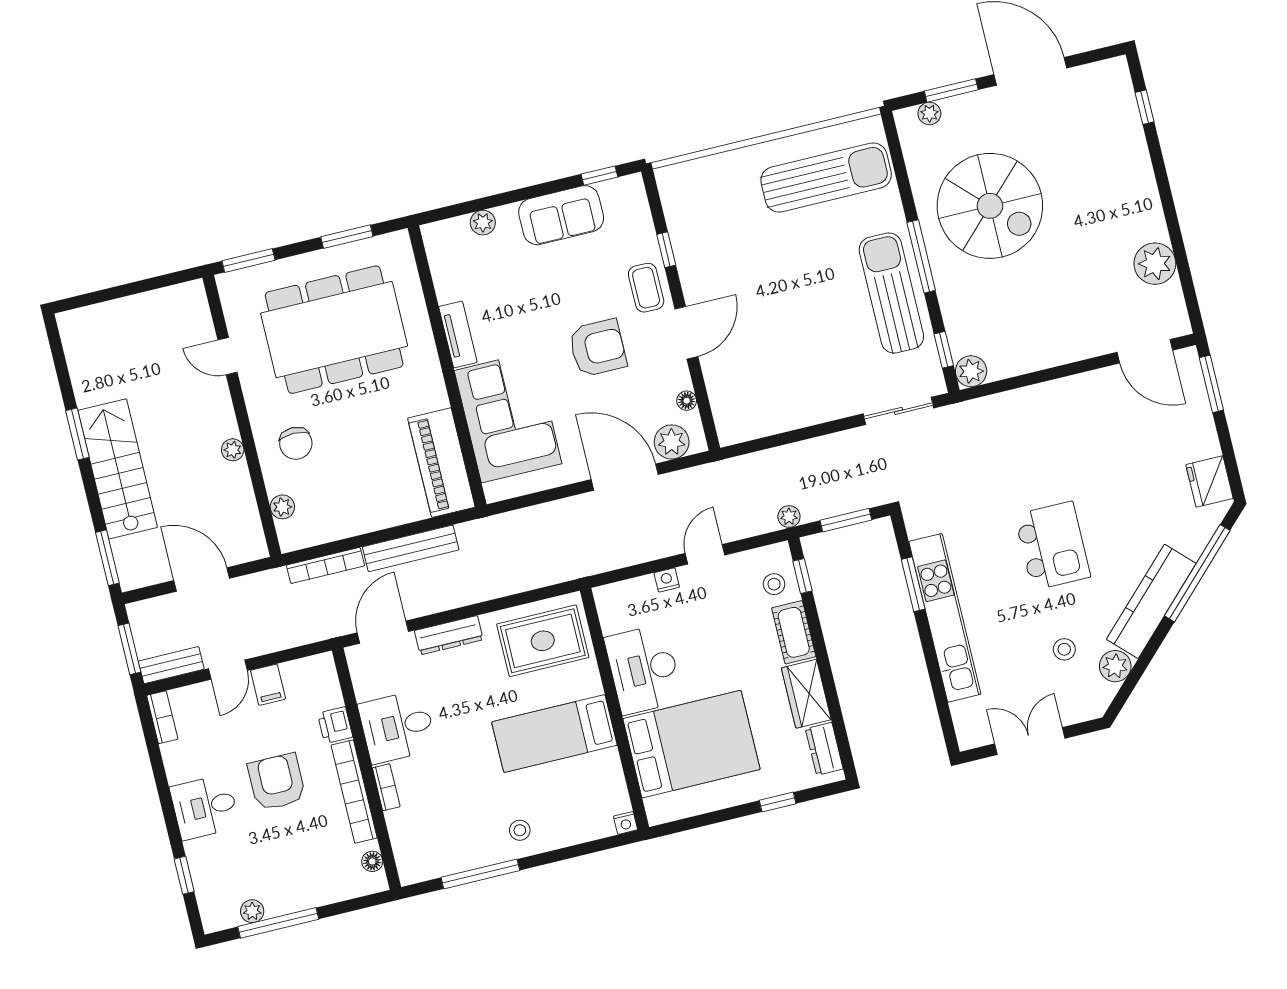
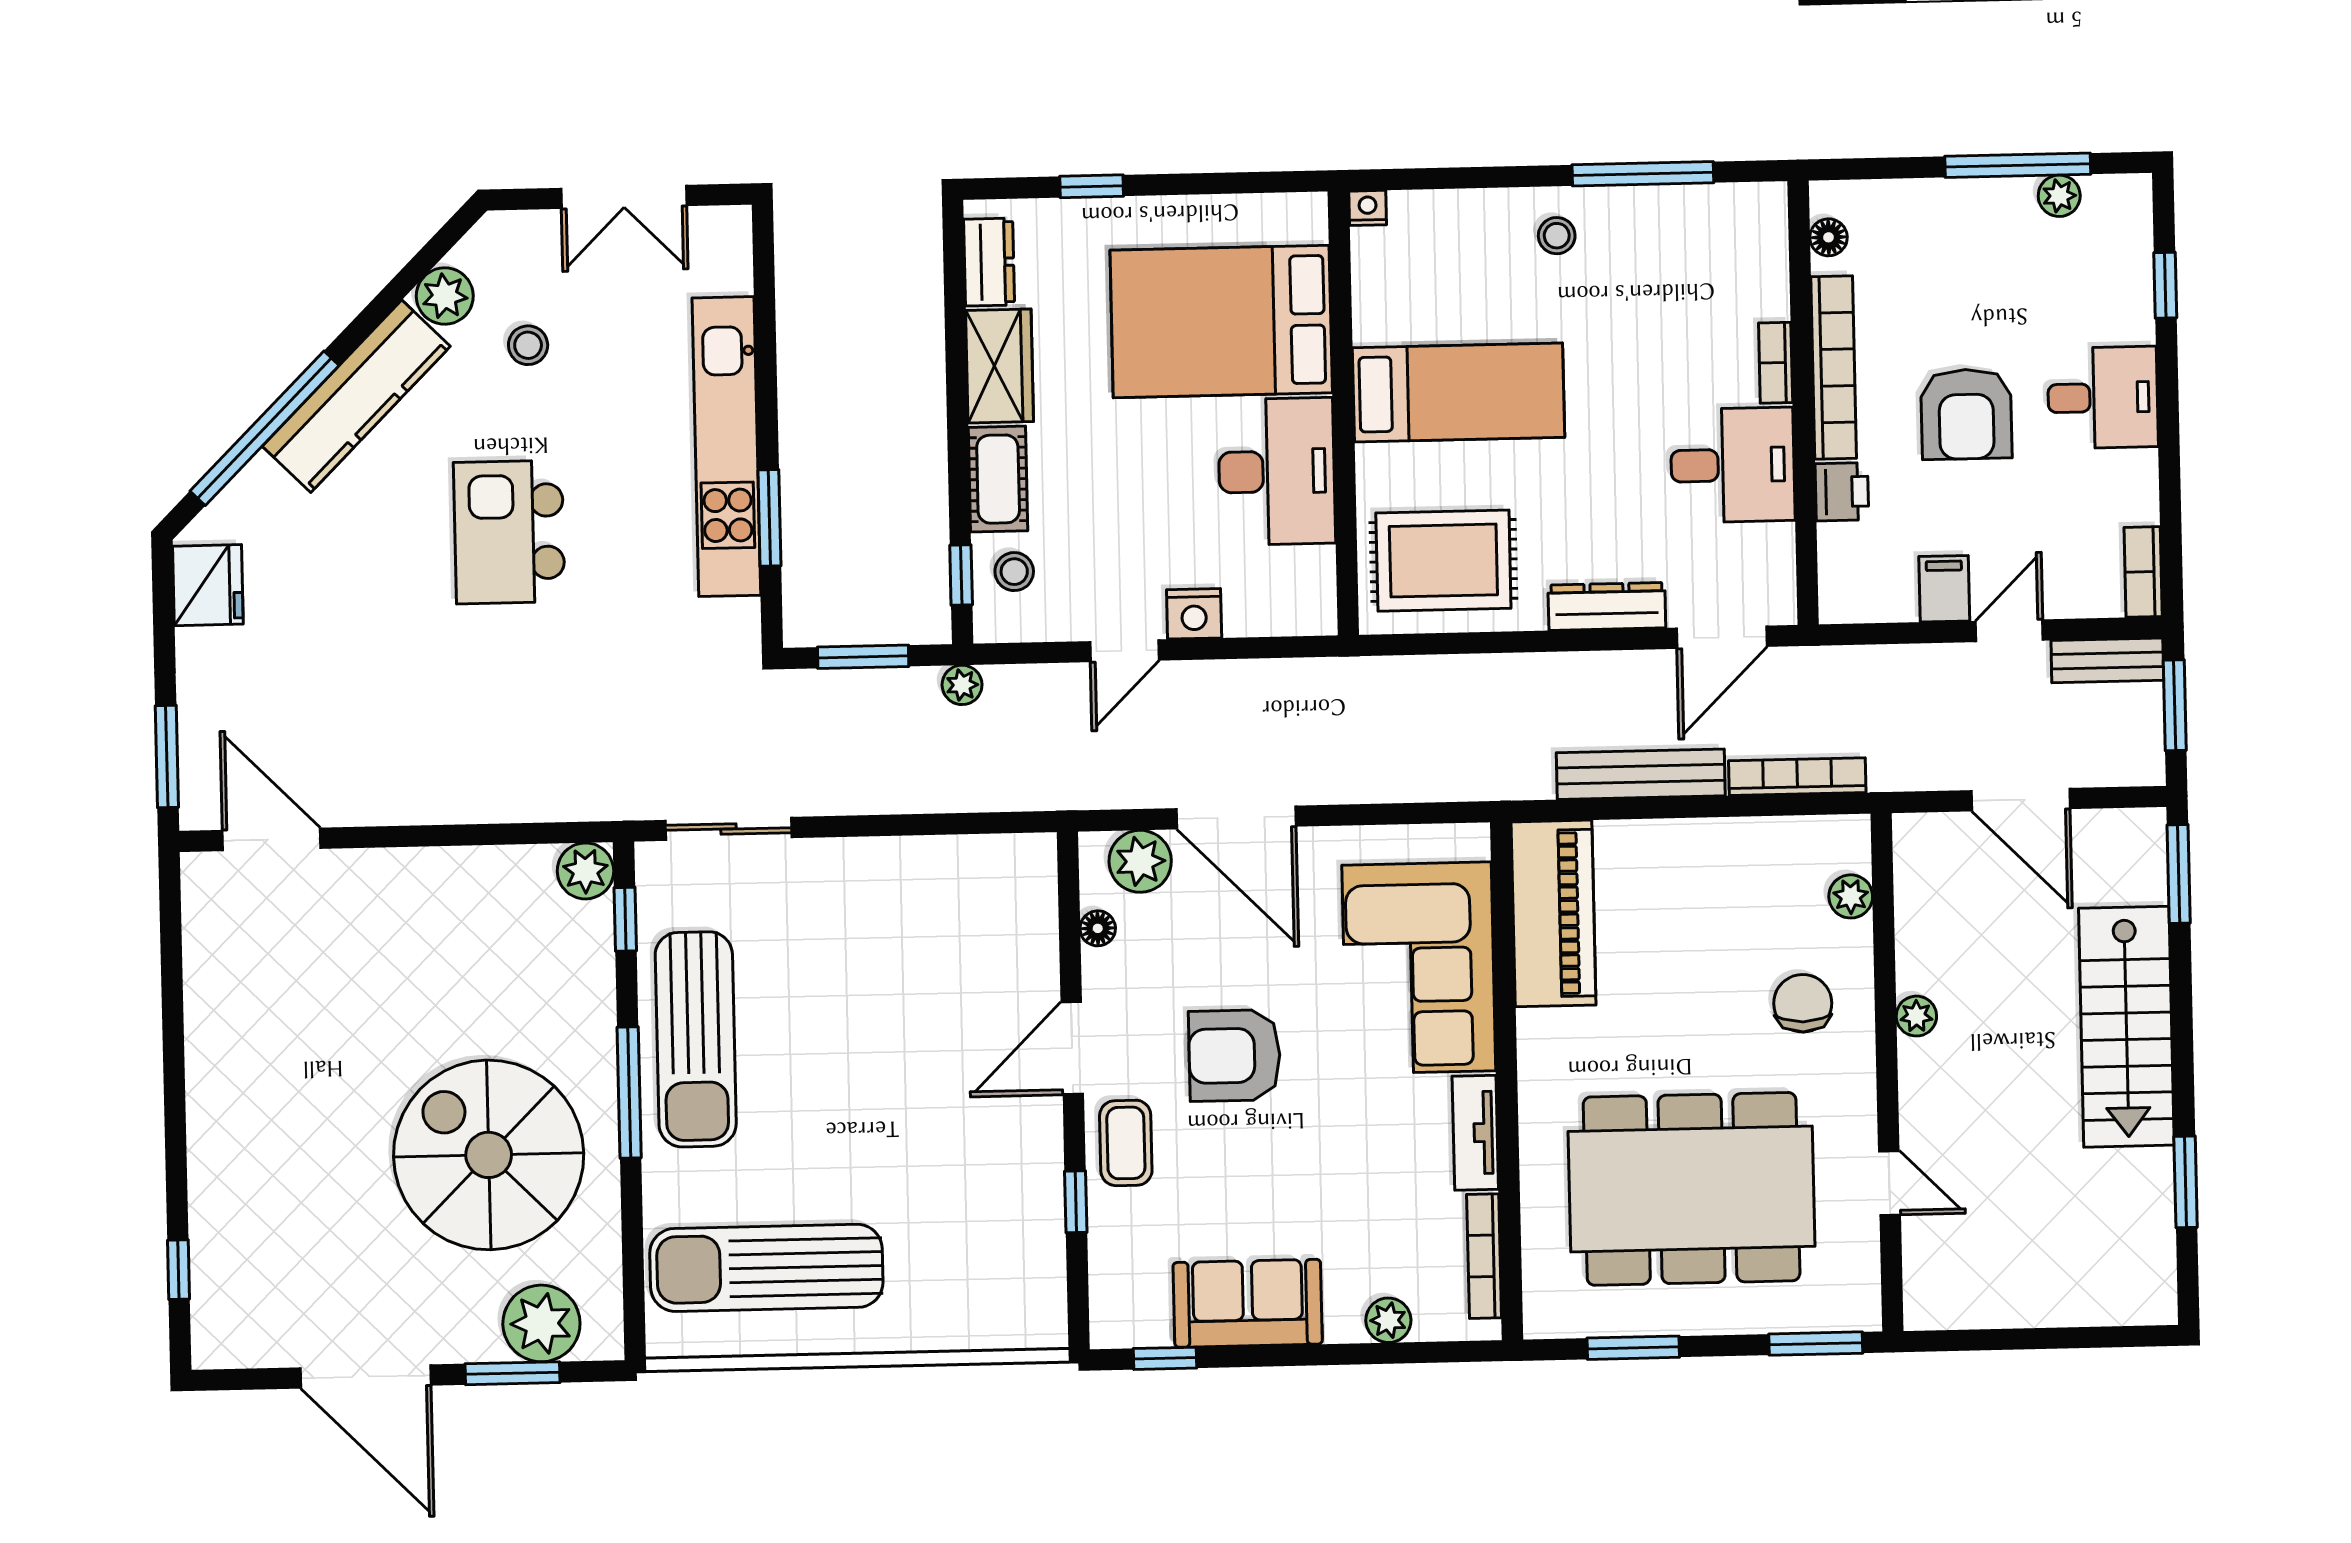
plant: (929, 113) -> (541, 1323), width x1.88, depth x1.88
plant: (1155, 264) -> (220, 990), removed
bookcase: (439, 269) -> (1484, 1256), added
window: (77, 434) -> (2186, 1182), moved
nightstand: (667, 580) -> (1194, 614), width x1.39, depth x1.35

